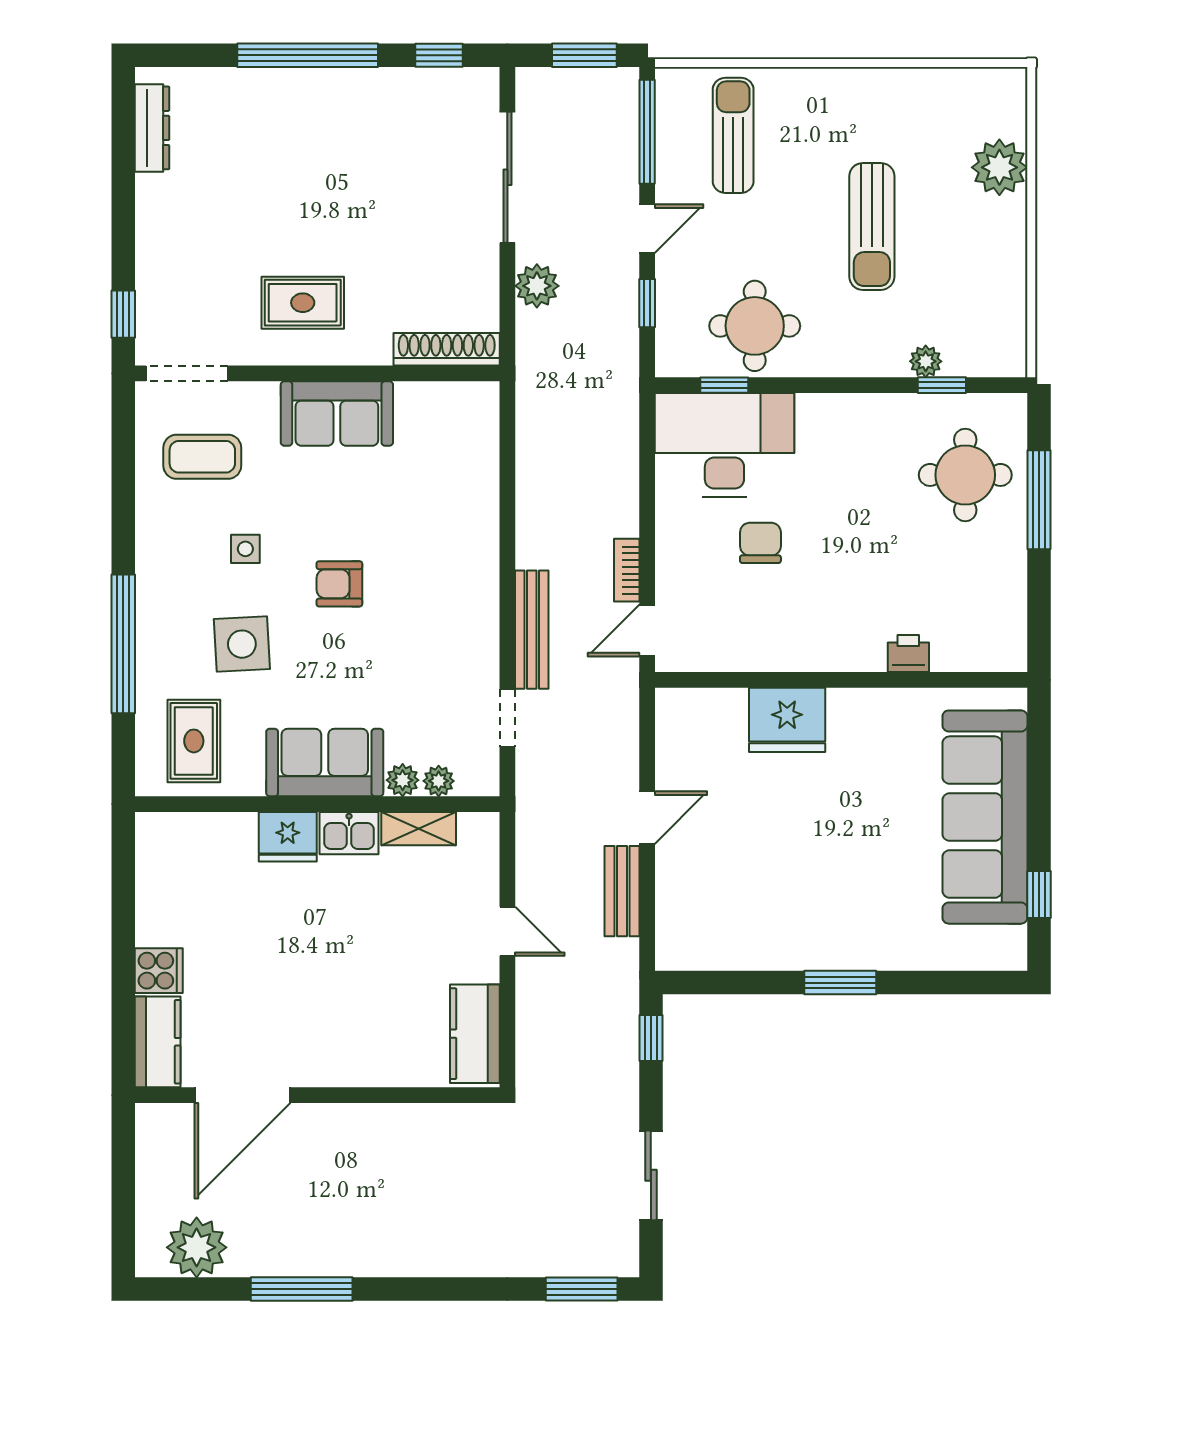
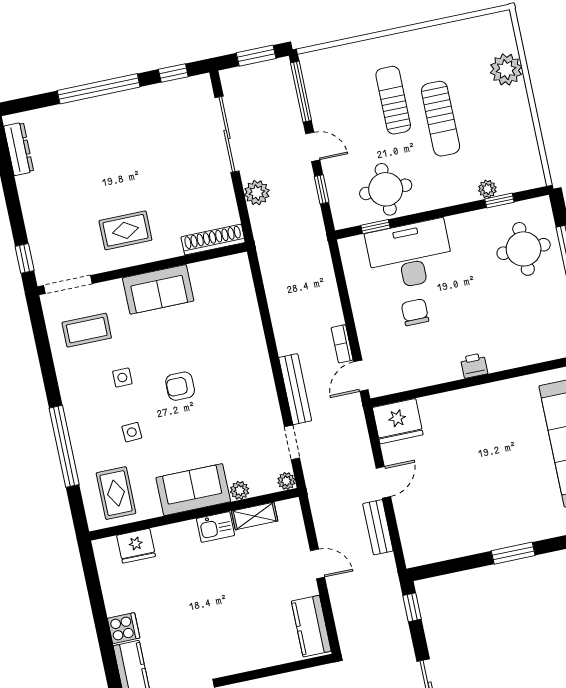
sun lounger: (733, 135) -> (393, 100), moved
door: (647, 229) -> (313, 147), hinge flipped
desk: (724, 445) -> (410, 255), moved
side table: (242, 644) -> (132, 432), width x0.54, depth x0.54
printer: (908, 653) -> (474, 366), moved
fridge: (787, 720) -> (398, 421), moved
plant: (439, 781) -> (286, 481), moved
fridge: (288, 837) -> (136, 546), moved

